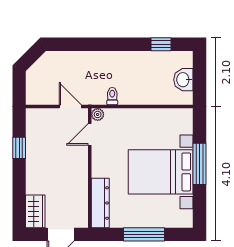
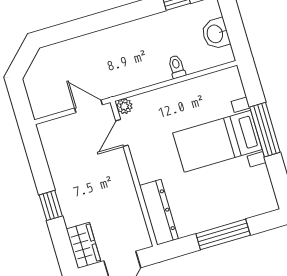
toilet: (112, 96) -> (177, 67), moved
window: (19, 148) -> (51, 205), moved
bed with nightstands: (161, 172) -> (217, 141), width x0.73

